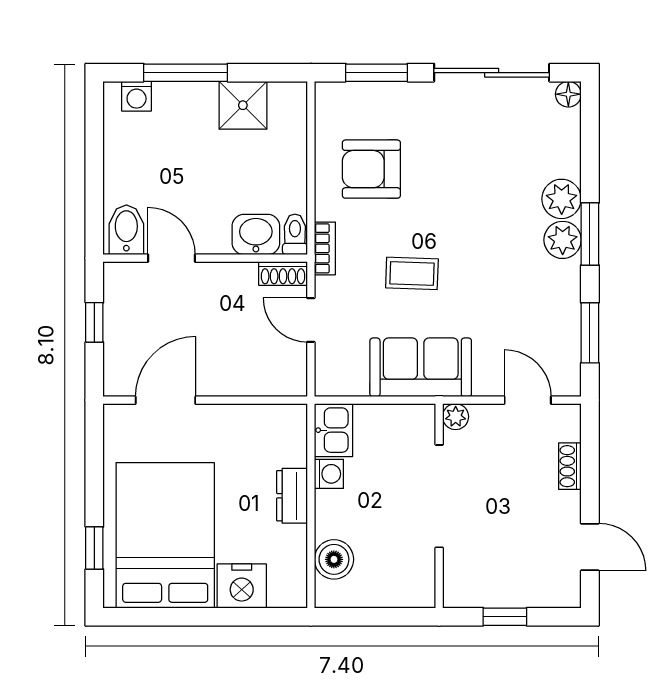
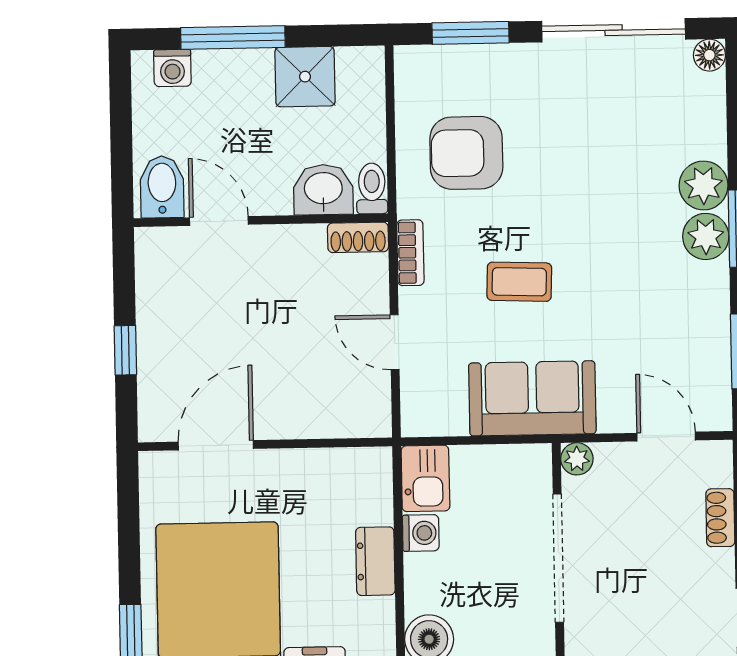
bidet: (126, 230) -> (162, 187), moved
washbasin: (256, 234) -> (323, 190), moved
toilet: (295, 234) -> (372, 188), moved
door: (172, 258) -> (219, 221), moved
wall: (205, 258) -> (261, 220), moved
shoe rack: (283, 273) -> (358, 237), moved

